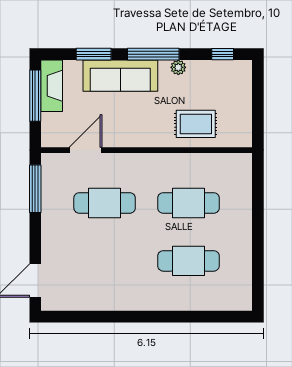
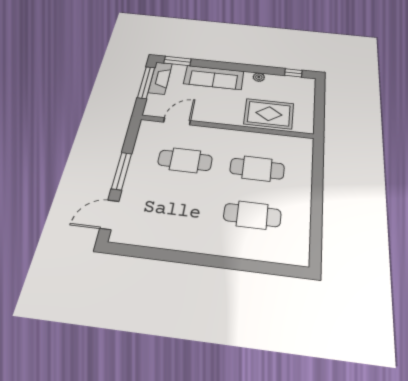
window: (94, 54) -> (178, 61), moved
window: (153, 54) -> (241, 67), removed
rug: (196, 124) -> (269, 114), width x1.36, depth x1.43
window: (35, 189) -> (122, 171), moved

